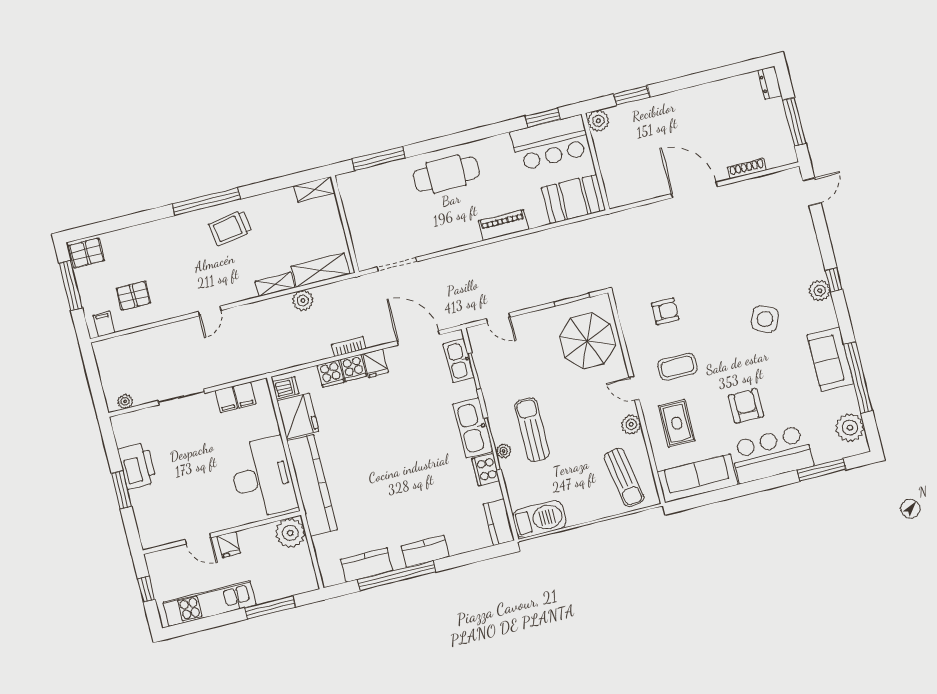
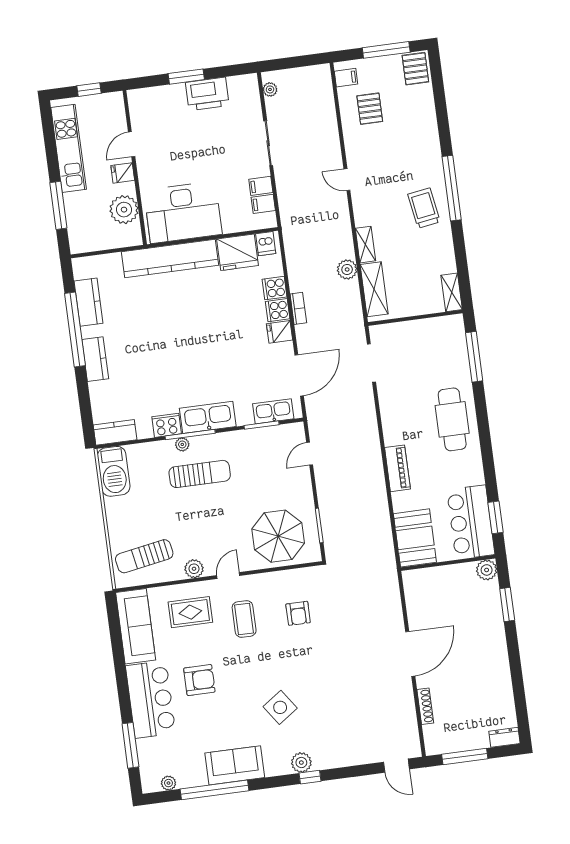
side table: (765, 319) -> (280, 707), turned 31
plant: (850, 428) -> (168, 783), width x0.53, depth x0.53
plant: (290, 533) -> (124, 210), moved

